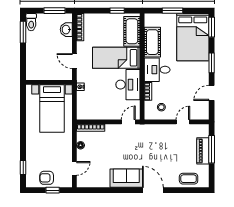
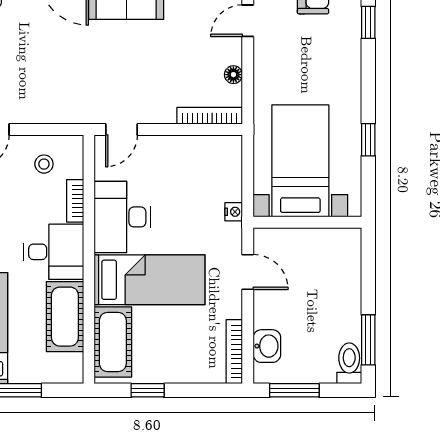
window: (23, 118) -> (368, 140), added

